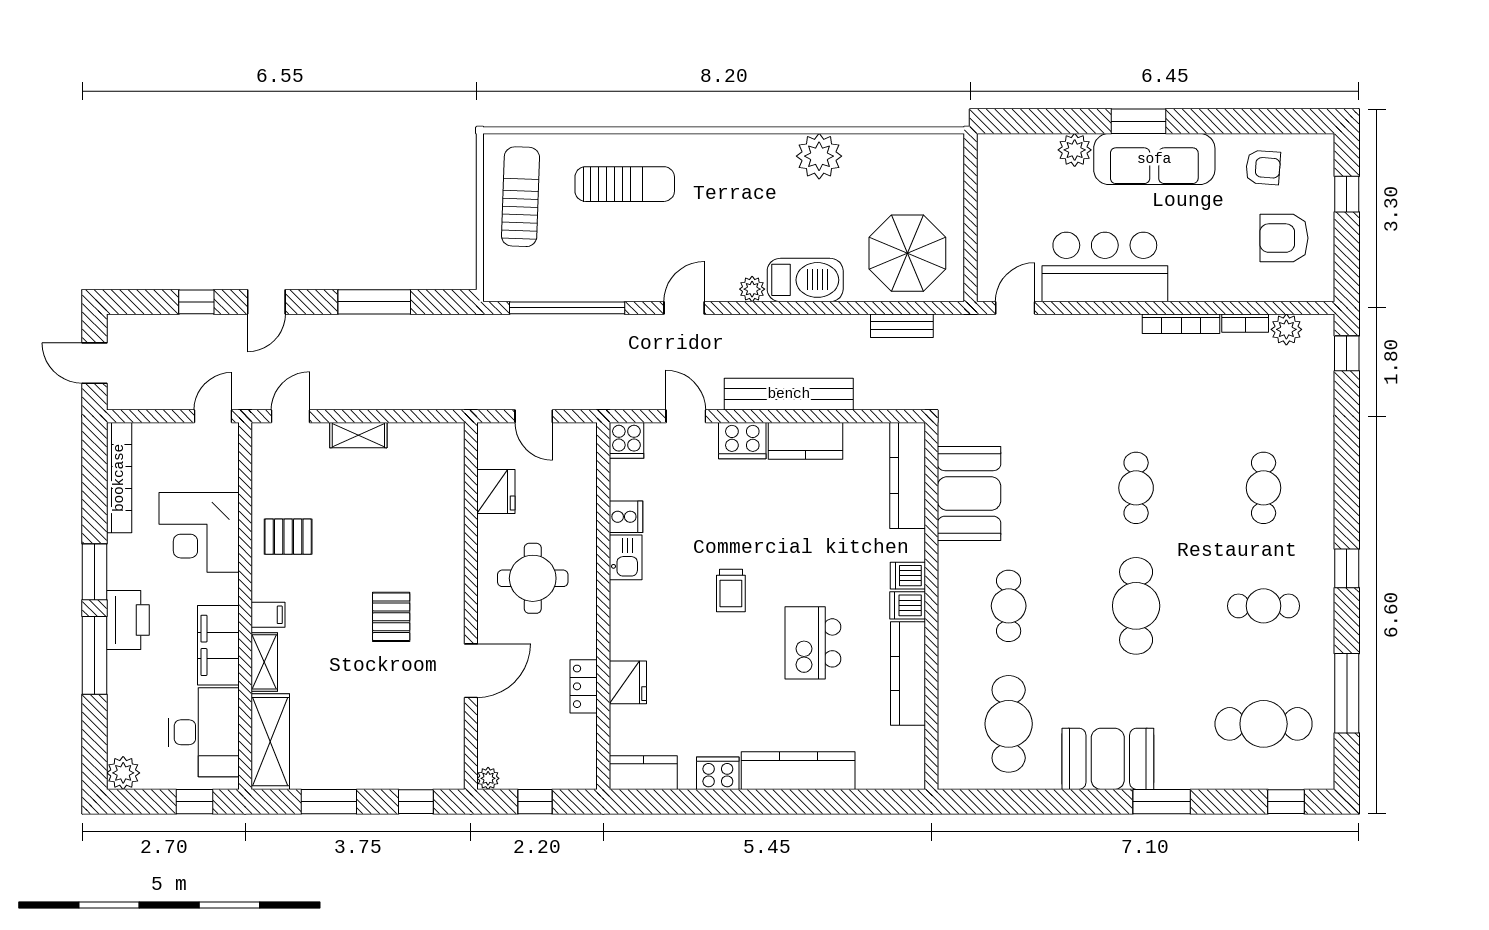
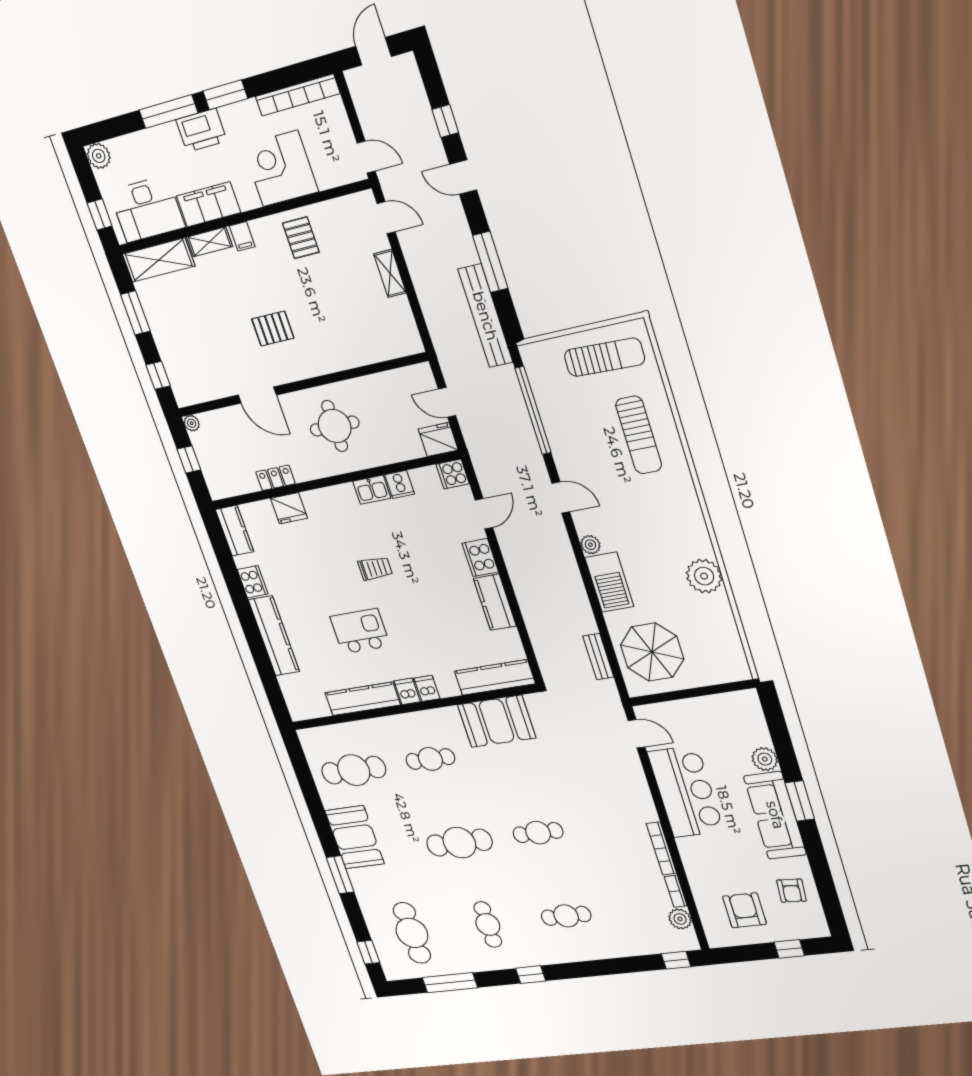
bench: (789, 394) -> (485, 316), moved
door: (534, 416) -> (447, 402), hinge flipped
fridge: (496, 491) -> (438, 439), moved, turned 180
trolley: (731, 590) -> (375, 568), turned 180

